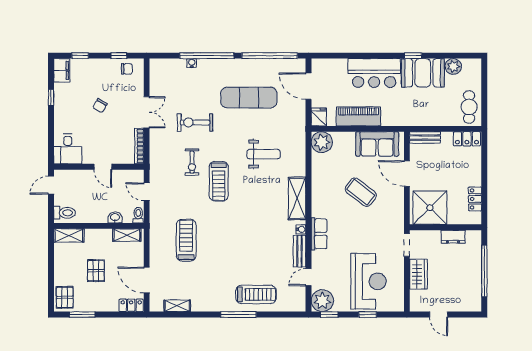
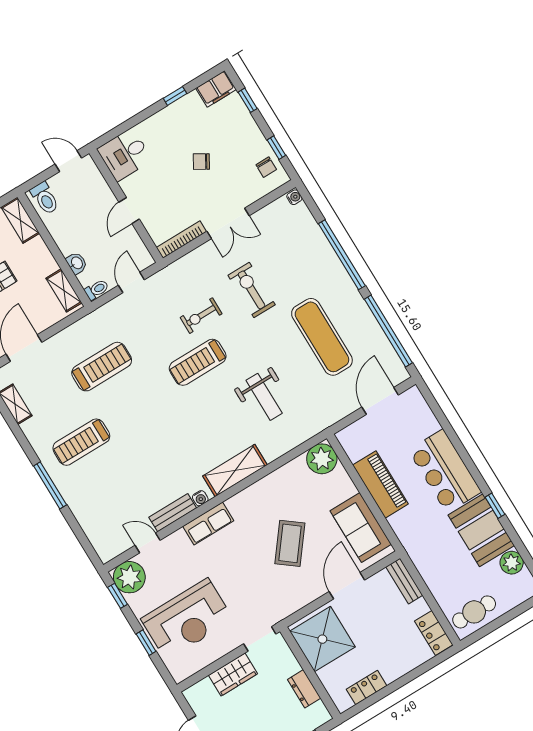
water cooler: (192, 63) -> (294, 197), moved
fridge: (319, 117) -> (350, 436), removed
treadmill: (256, 294) -> (81, 442), moved, turned 90

